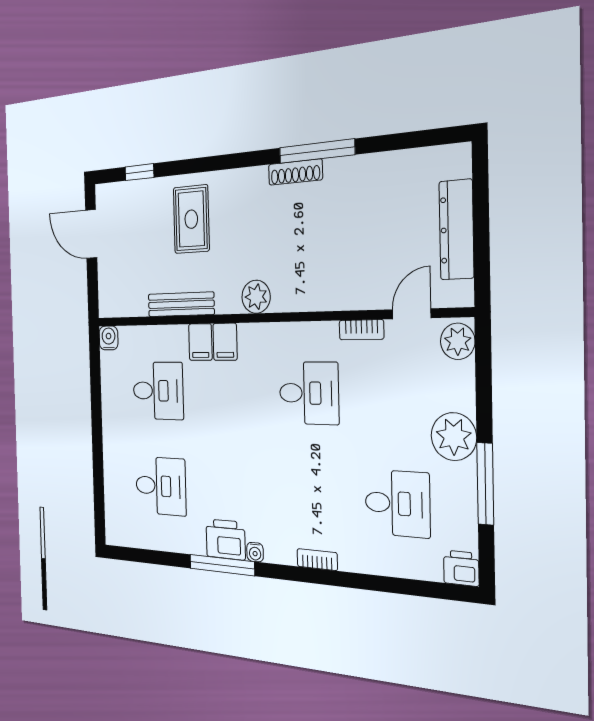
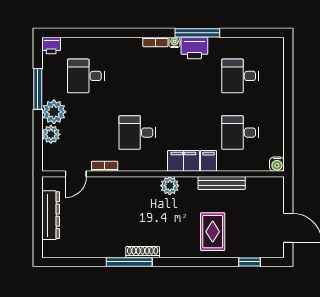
plant: (458, 341) -> (51, 134), moved
filing cabinet: (225, 342) -> (183, 161), width x2.00
bookcase: (317, 560) -> (155, 42), moved

